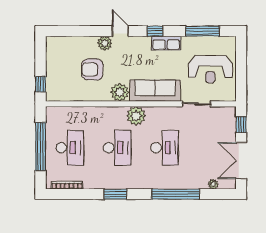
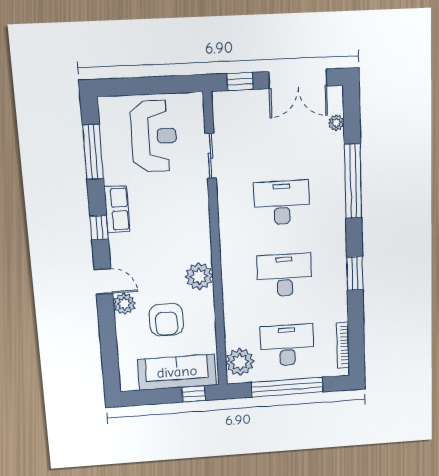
door: (120, 31) -> (104, 281), swing flipped
sofa: (155, 91) -> (177, 372), moved, turned 90
plant: (136, 116) -> (240, 362), moved

